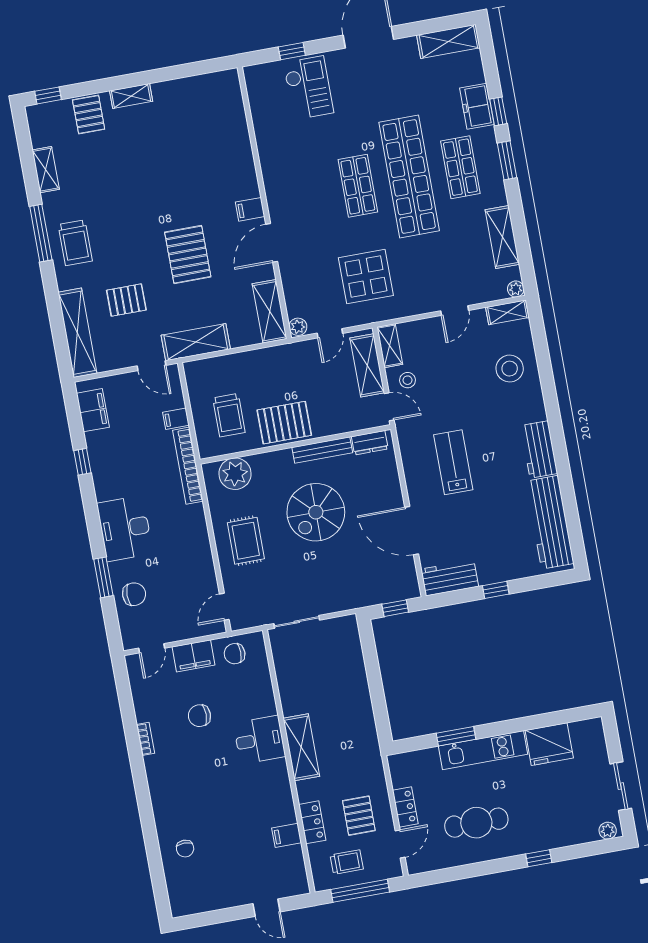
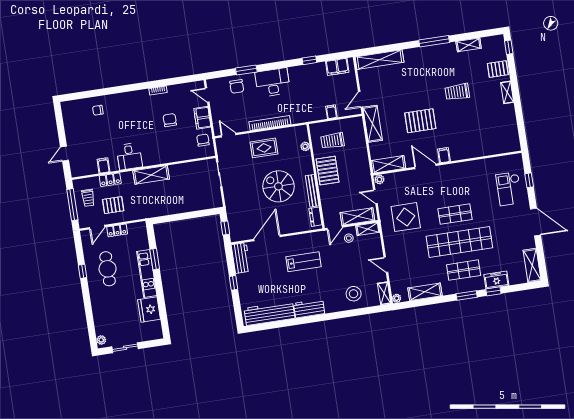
checkout: (308, 88) -> (509, 189), turned 90
trolley: (75, 243) -> (457, 92), moved
pallet: (126, 300) -> (397, 87), removed
bookcase: (188, 466) -> (270, 123), moved
plant: (235, 474) -> (305, 146), width x0.53, depth x0.53
desk: (259, 740) -> (129, 156), moved
door: (400, 844) -> (97, 227), hinge flipped
window: (539, 858) -> (83, 271), moved

